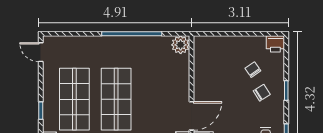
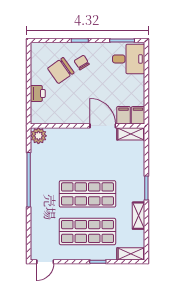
printer: (275, 44) -> (38, 93), moved
chair: (253, 70) -> (61, 70), width x1.87, depth x1.87

